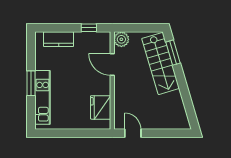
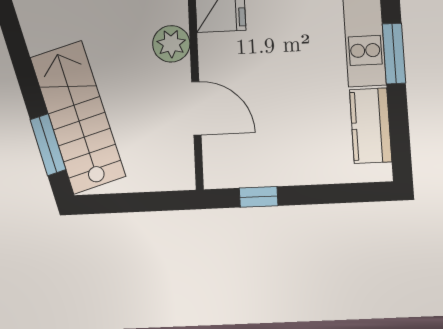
kitchen counter: (59, 39) -> (371, 126), moved, turned -90
plant: (121, 39) -> (171, 44), moved

